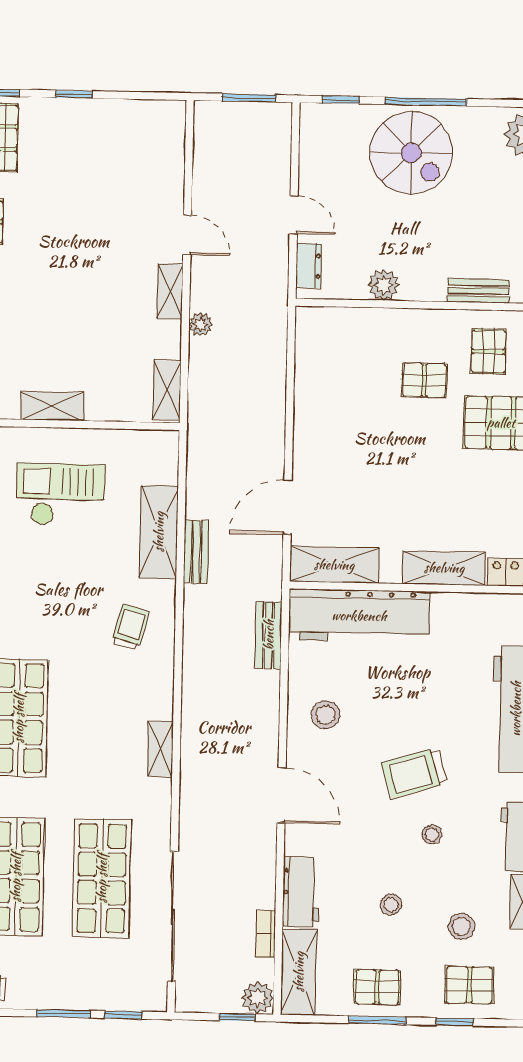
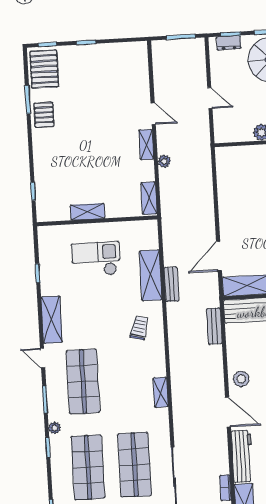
dresser: (309, 266) -> (229, 43), moved, turned 90
stool: (326, 715) -> (241, 379), moved
workbench: (301, 892) -> (242, 456), width x1.38

